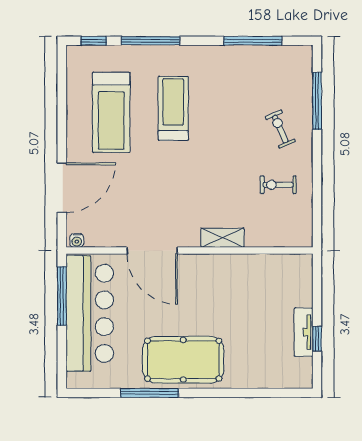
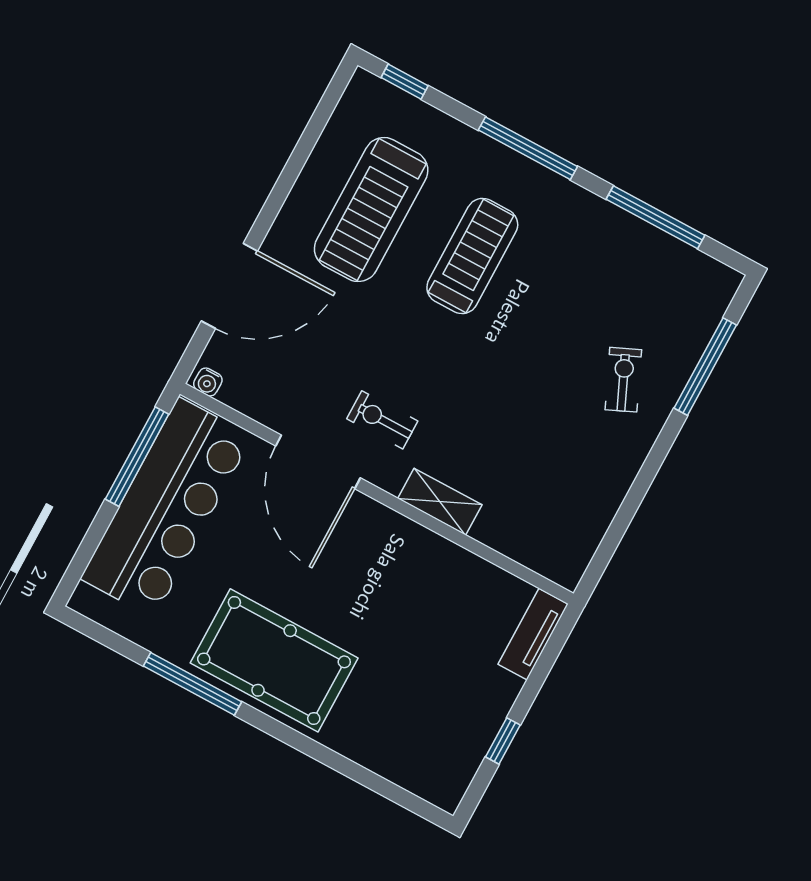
window: (151, 41) -> (528, 148), moved
exercise bike: (278, 185) -> (382, 420), moved
tv unit: (304, 332) -> (533, 634), moved

